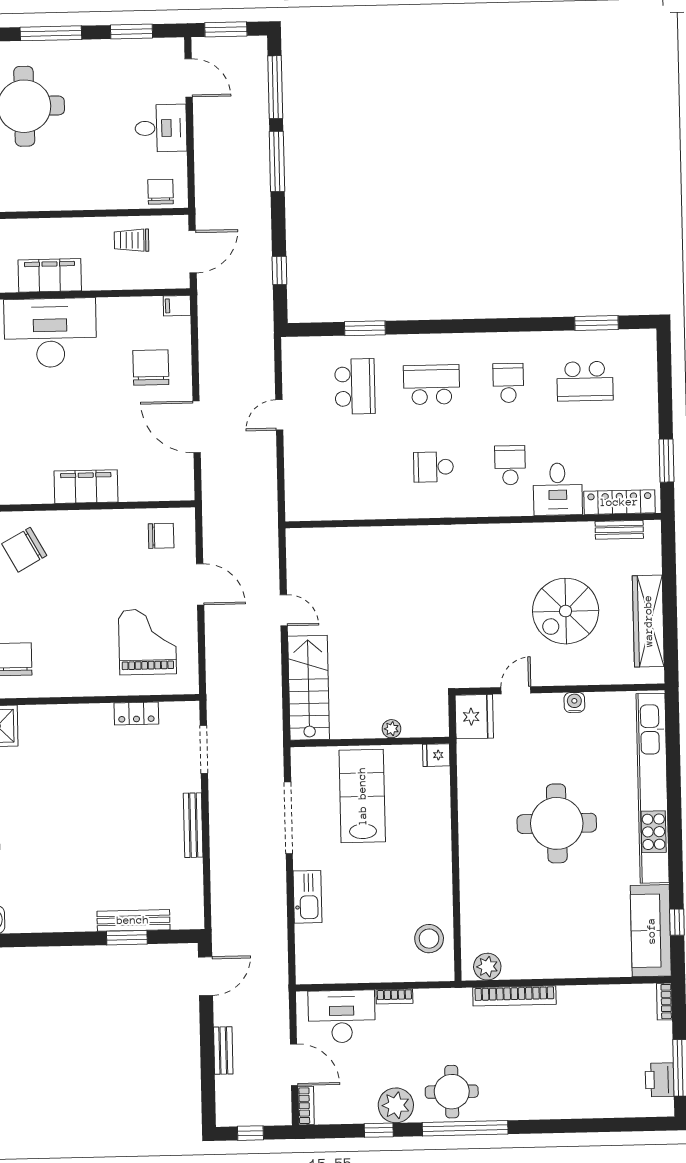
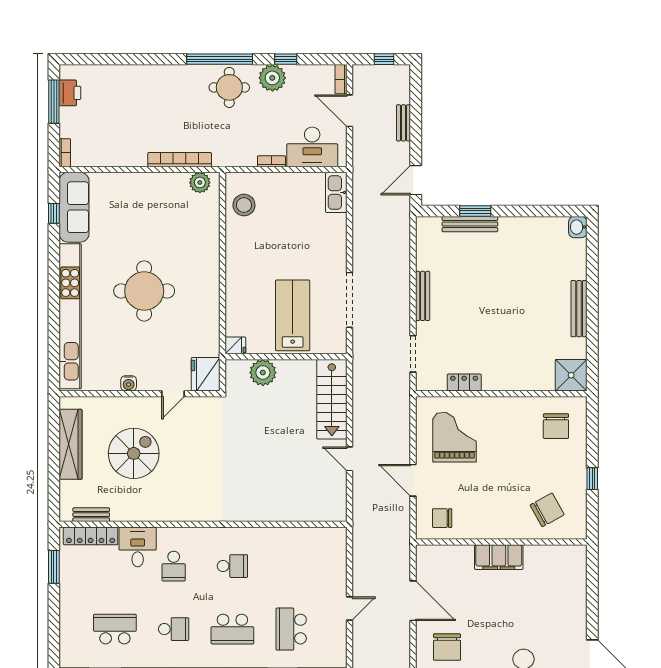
school desk: (508, 383) -> (174, 629), turned -90
grand piano: (147, 642) -> (454, 437), turned 180
plant: (391, 729) -> (263, 373), width x1.88, depth x1.88
lab bench: (362, 796) -> (293, 315), turned 180
kitchen sink: (307, 897) -> (336, 192), moved

